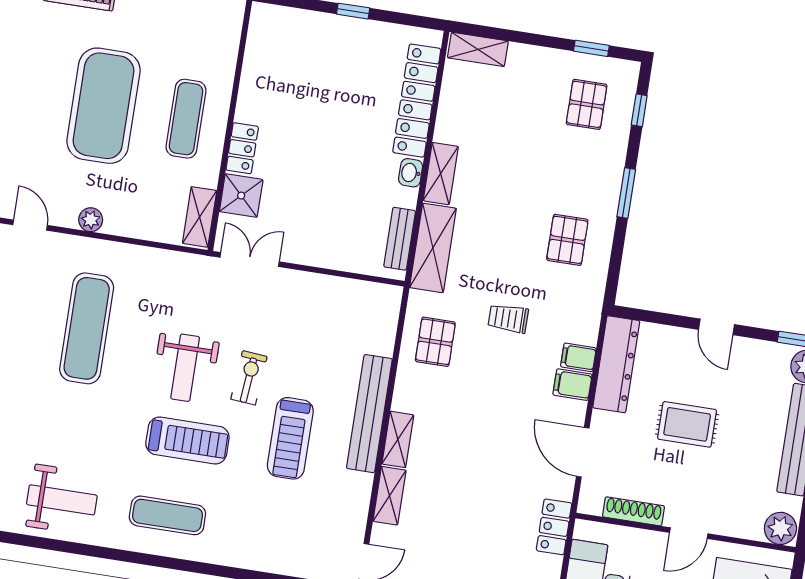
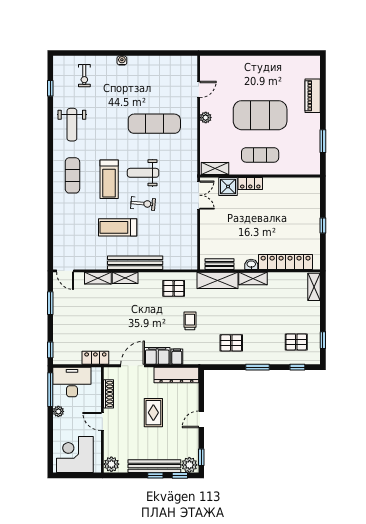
filing cabinet: (572, 385) -> (157, 356), width x2.00

